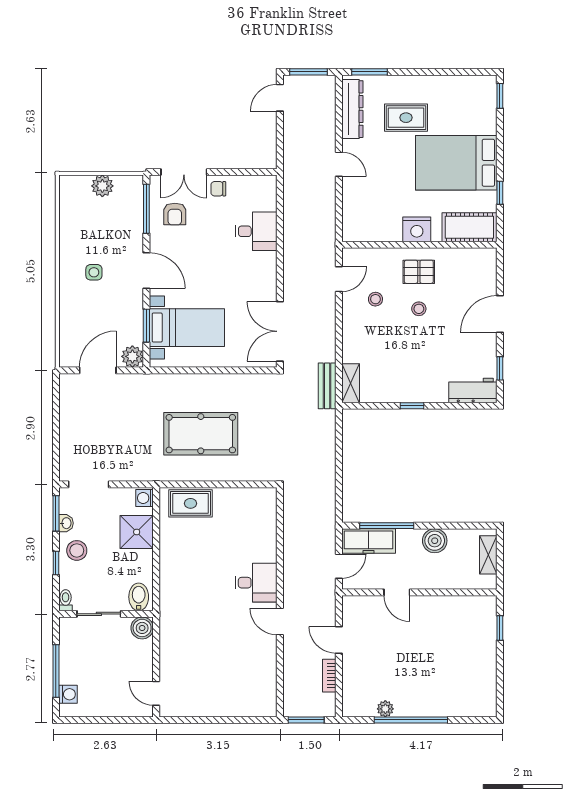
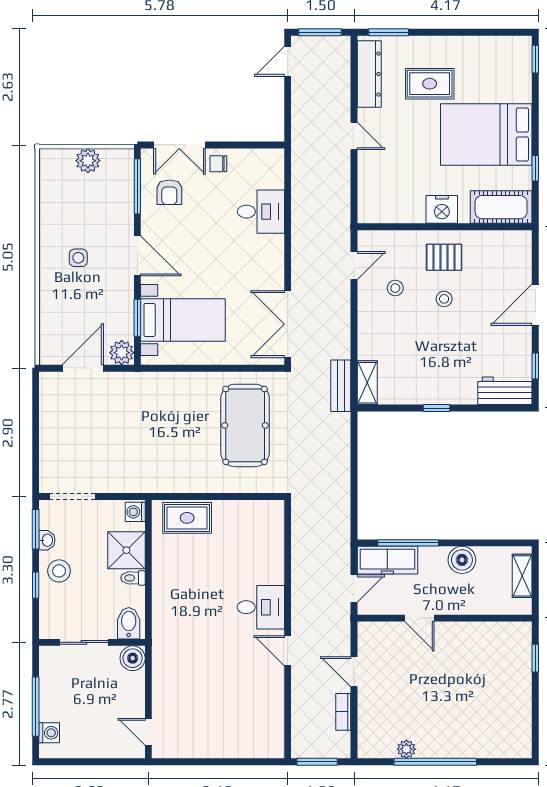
pool table: (201, 434) -> (245, 425), moved, turned 90
toilet: (66, 600) -> (133, 578), moved, turned -90

